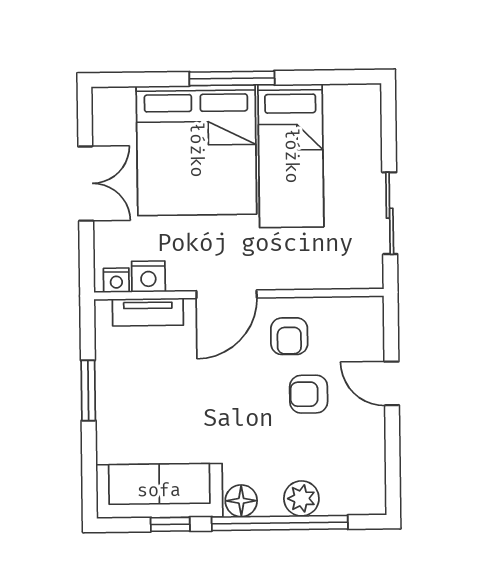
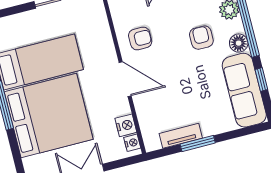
tv unit: (148, 312) -> (181, 136), moved, turned -90
armchair: (309, 394) -> (201, 38), moved, turned 180

